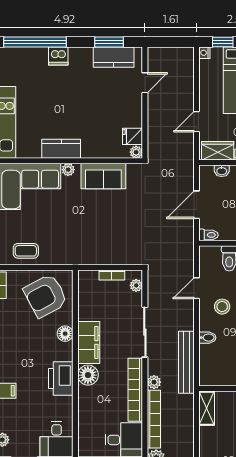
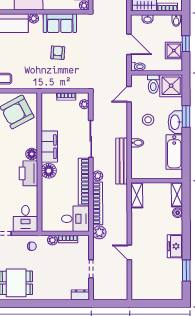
door: (197, 205) -> (129, 44), swing flipped
armchair: (100, 216) -> (58, 53), added
door: (197, 288) -> (129, 94), moved
floor lamp: (65, 334) -> (32, 154), moved

